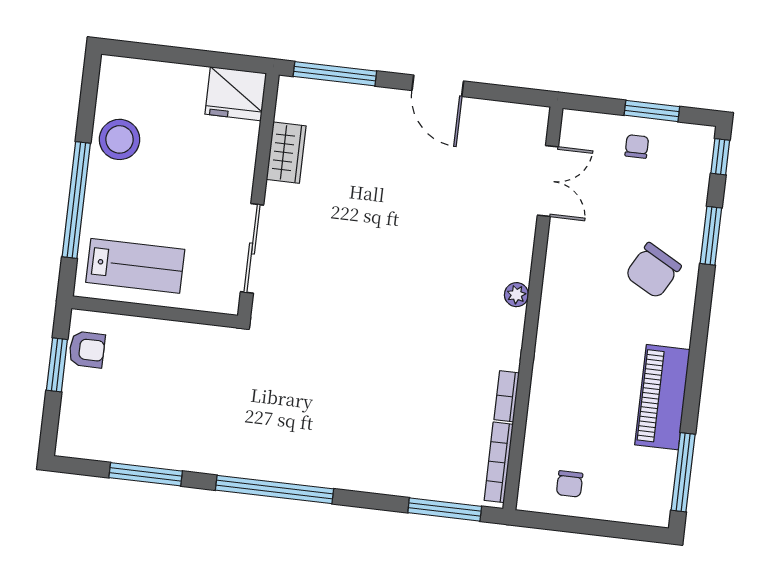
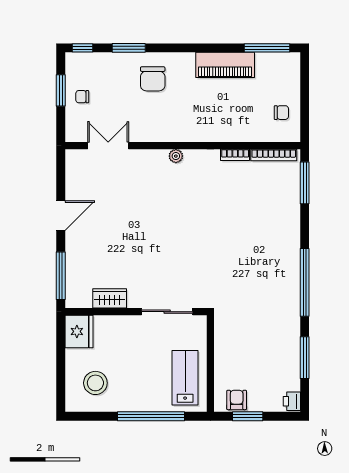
stool: (120, 139) -> (95, 383), moved
chair: (653, 271) -> (153, 79), turned 61
printer: (74, 444) -> (292, 401), added

